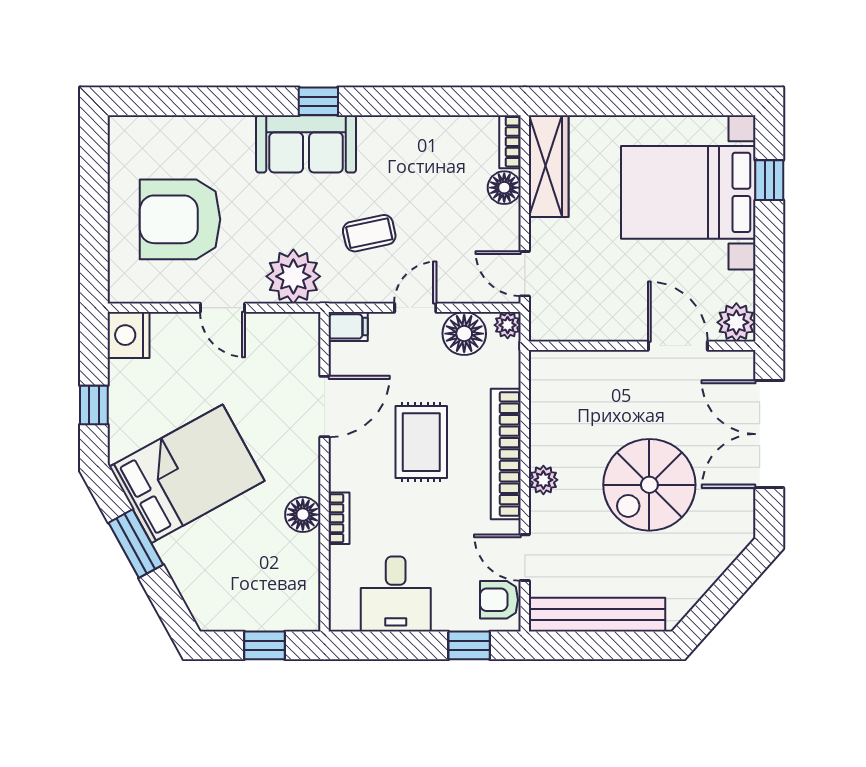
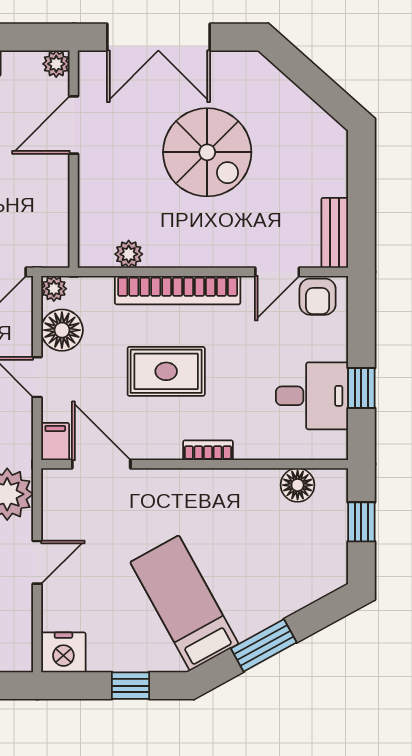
plant: (736, 322) -> (56, 64), width x0.73, depth x0.73
door: (325, 406) -> (101, 464), moved
bed: (187, 474) -> (184, 603), width x0.67
plant: (543, 480) -> (129, 254), moved
floor lamp: (303, 515) -> (298, 485), moved
bookcase: (339, 518) -> (208, 450), moved
bench: (597, 615) -> (335, 233), width x0.54, depth x0.82
window: (469, 645) -> (361, 388), moved

